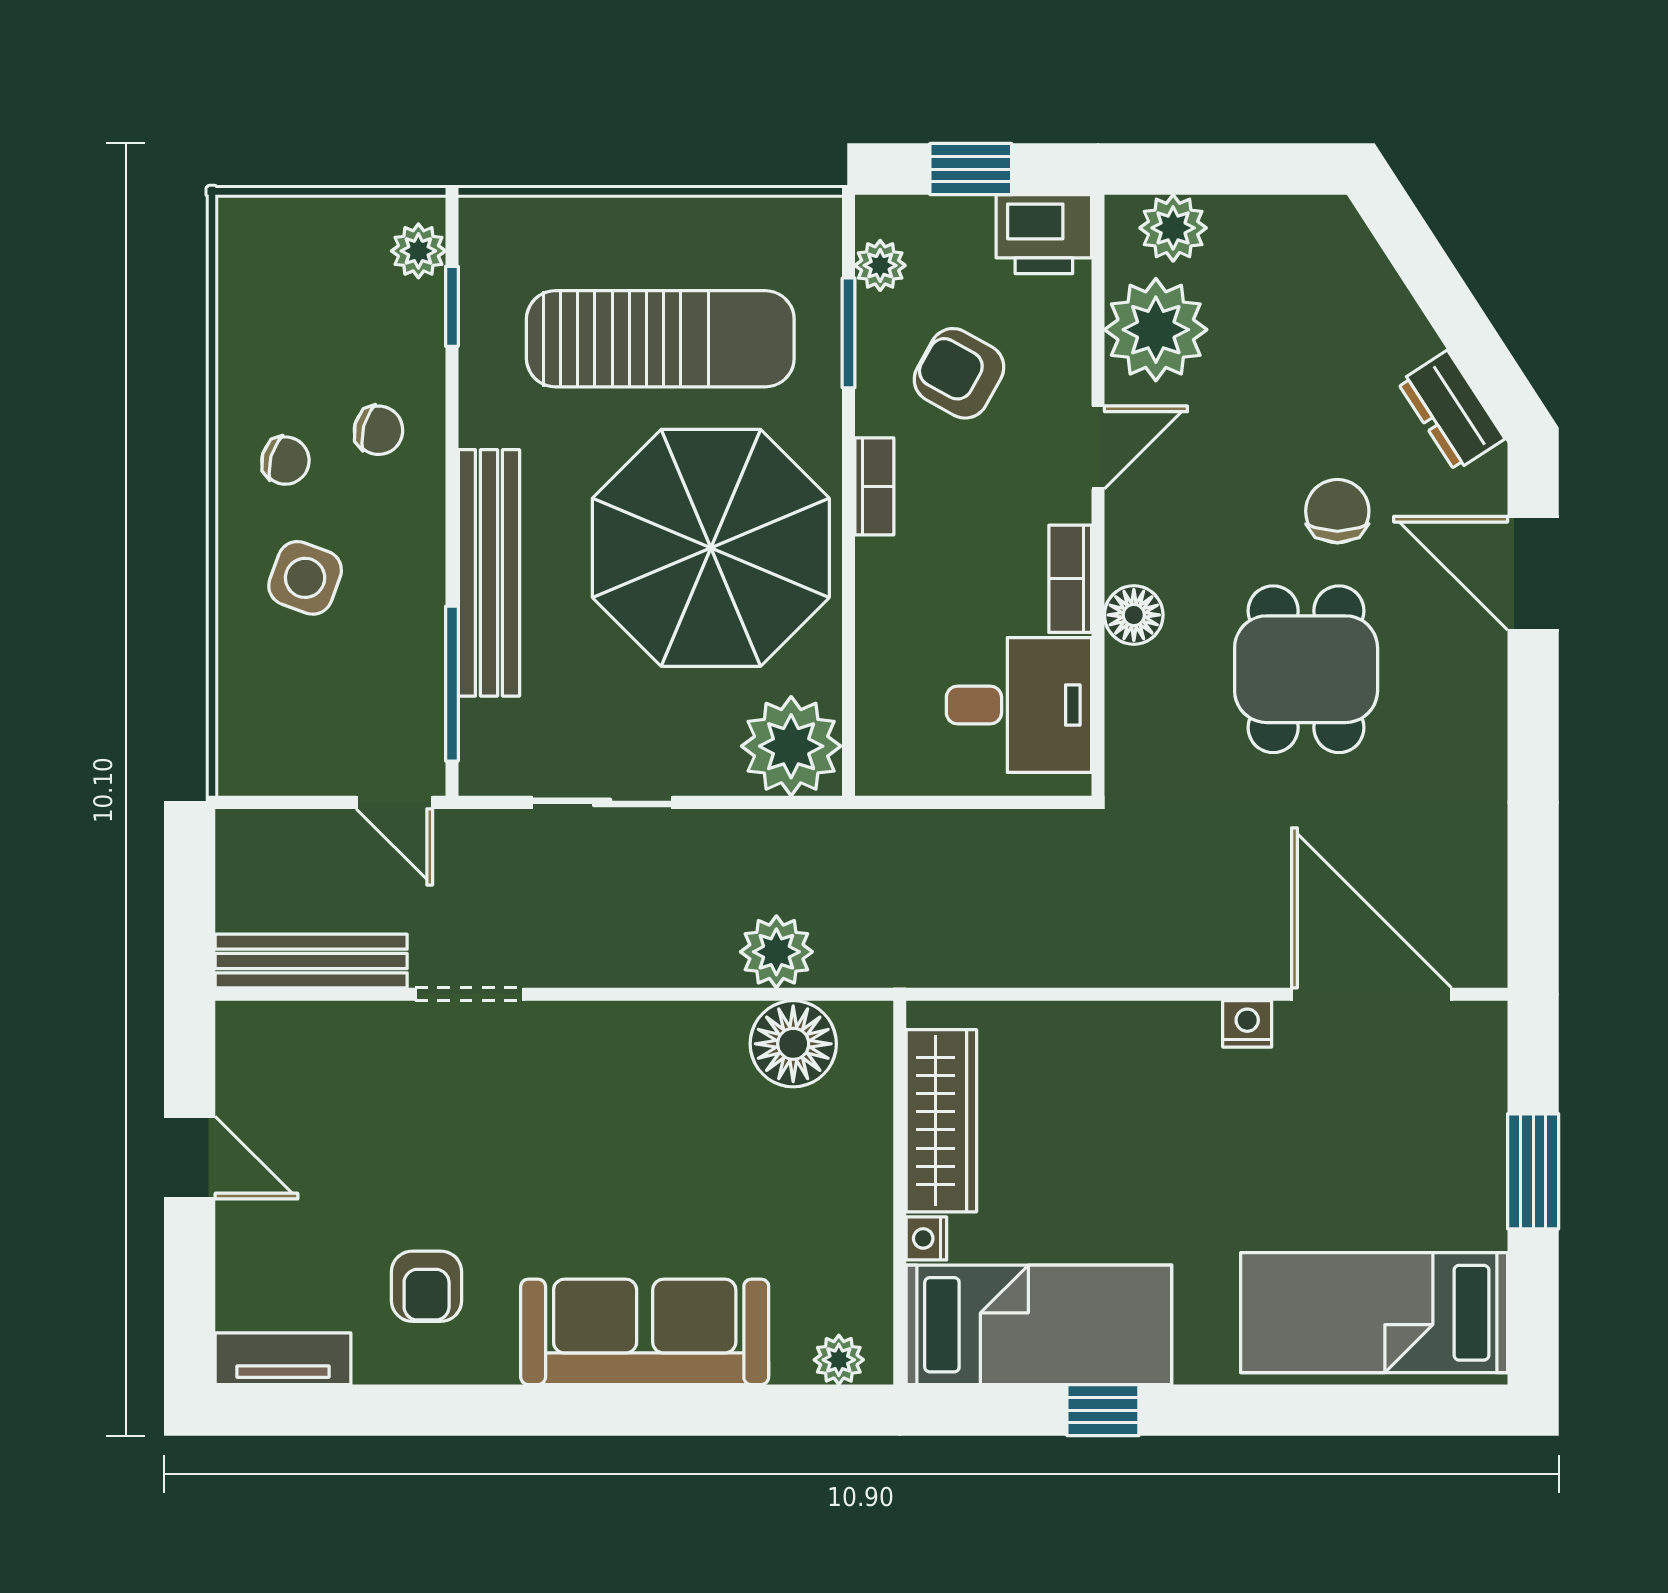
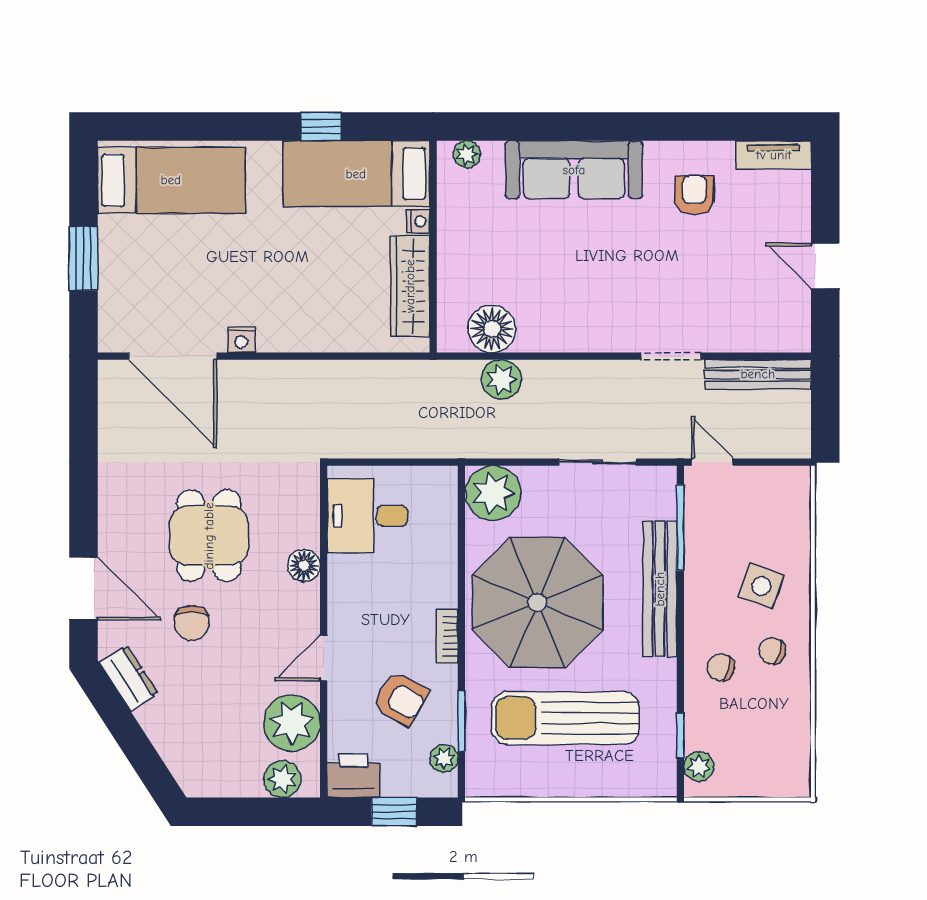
bookcase: (1070, 579) -> (339, 585), removed

